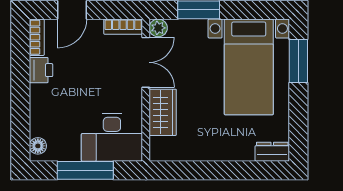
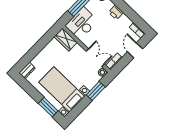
double door: (146, 62) -> (95, 58), swing flipped
printer: (41, 70) -> (116, 12), moved
wardrobe: (163, 112) -> (66, 40), moved

